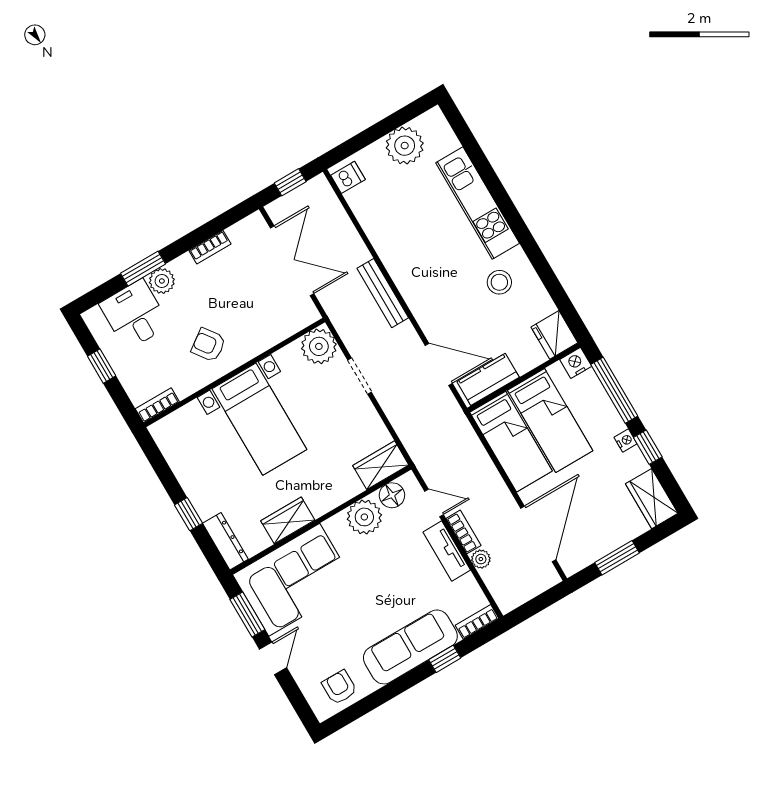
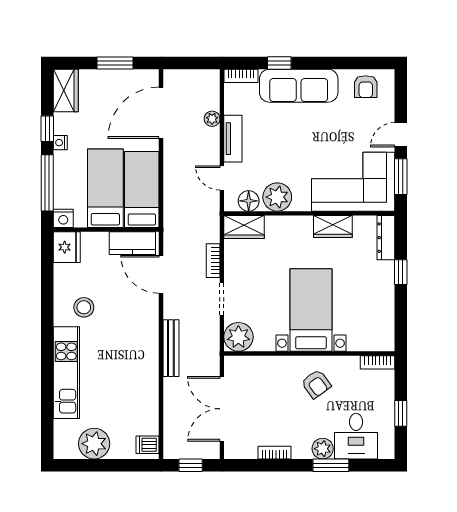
bookcase: (464, 532) -> (213, 261), moved

